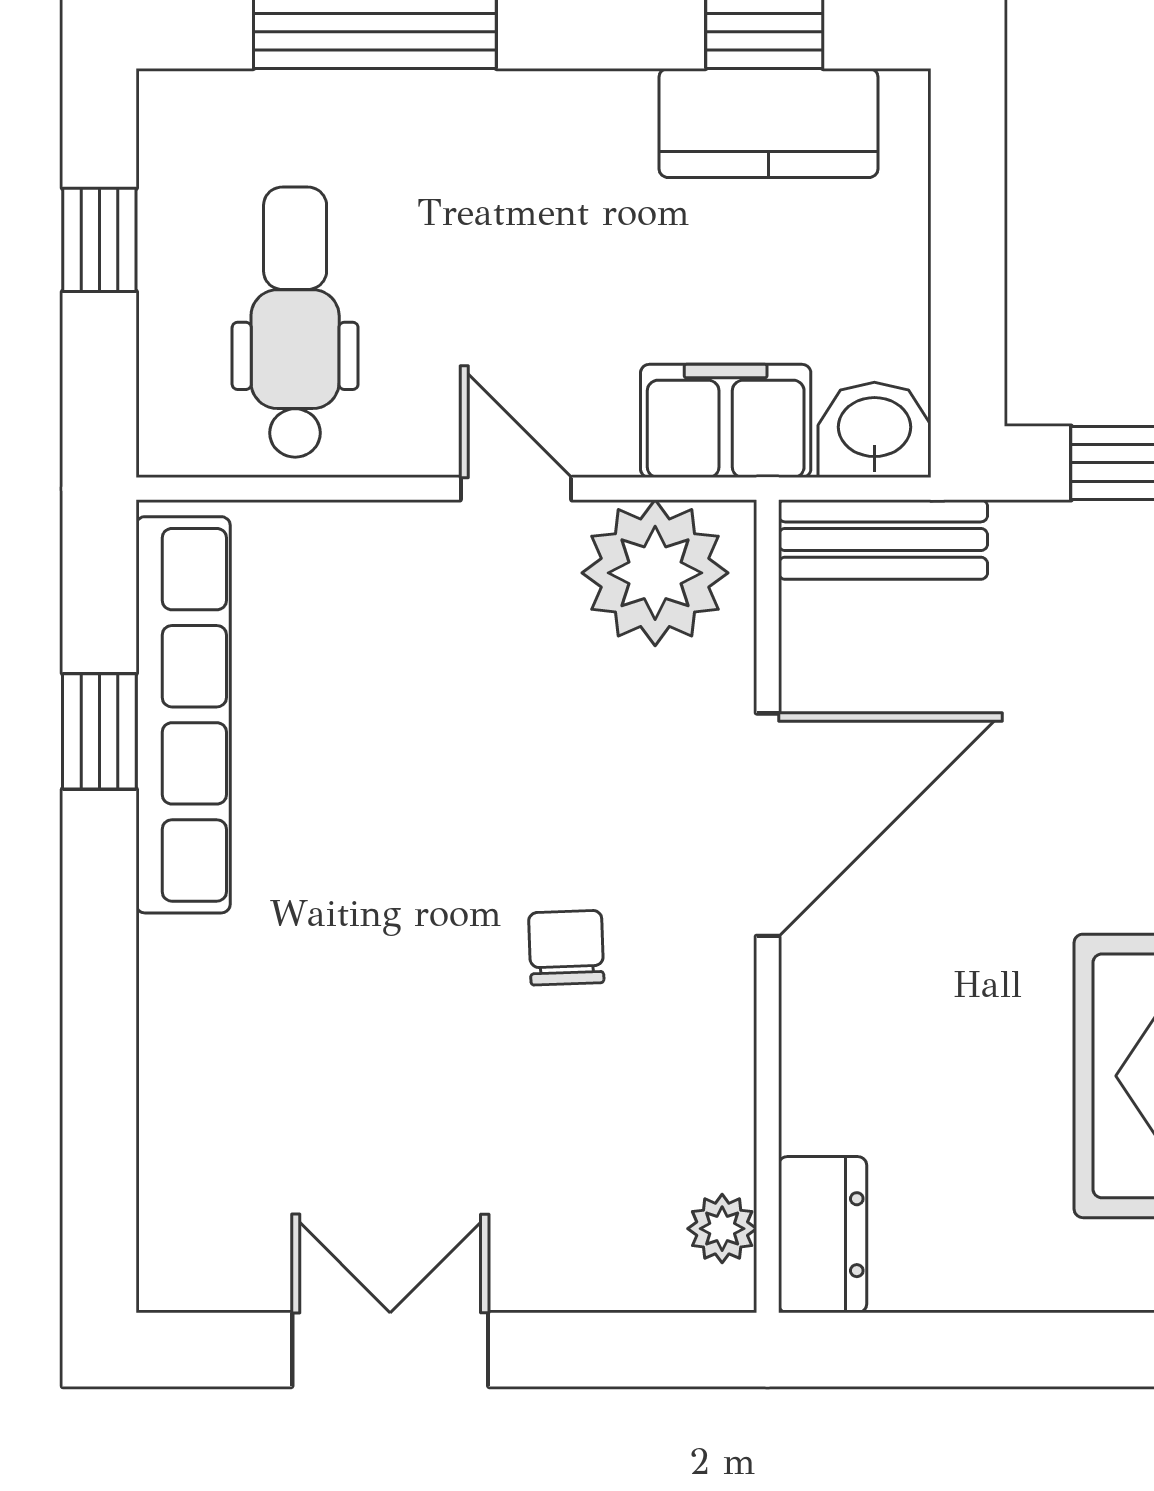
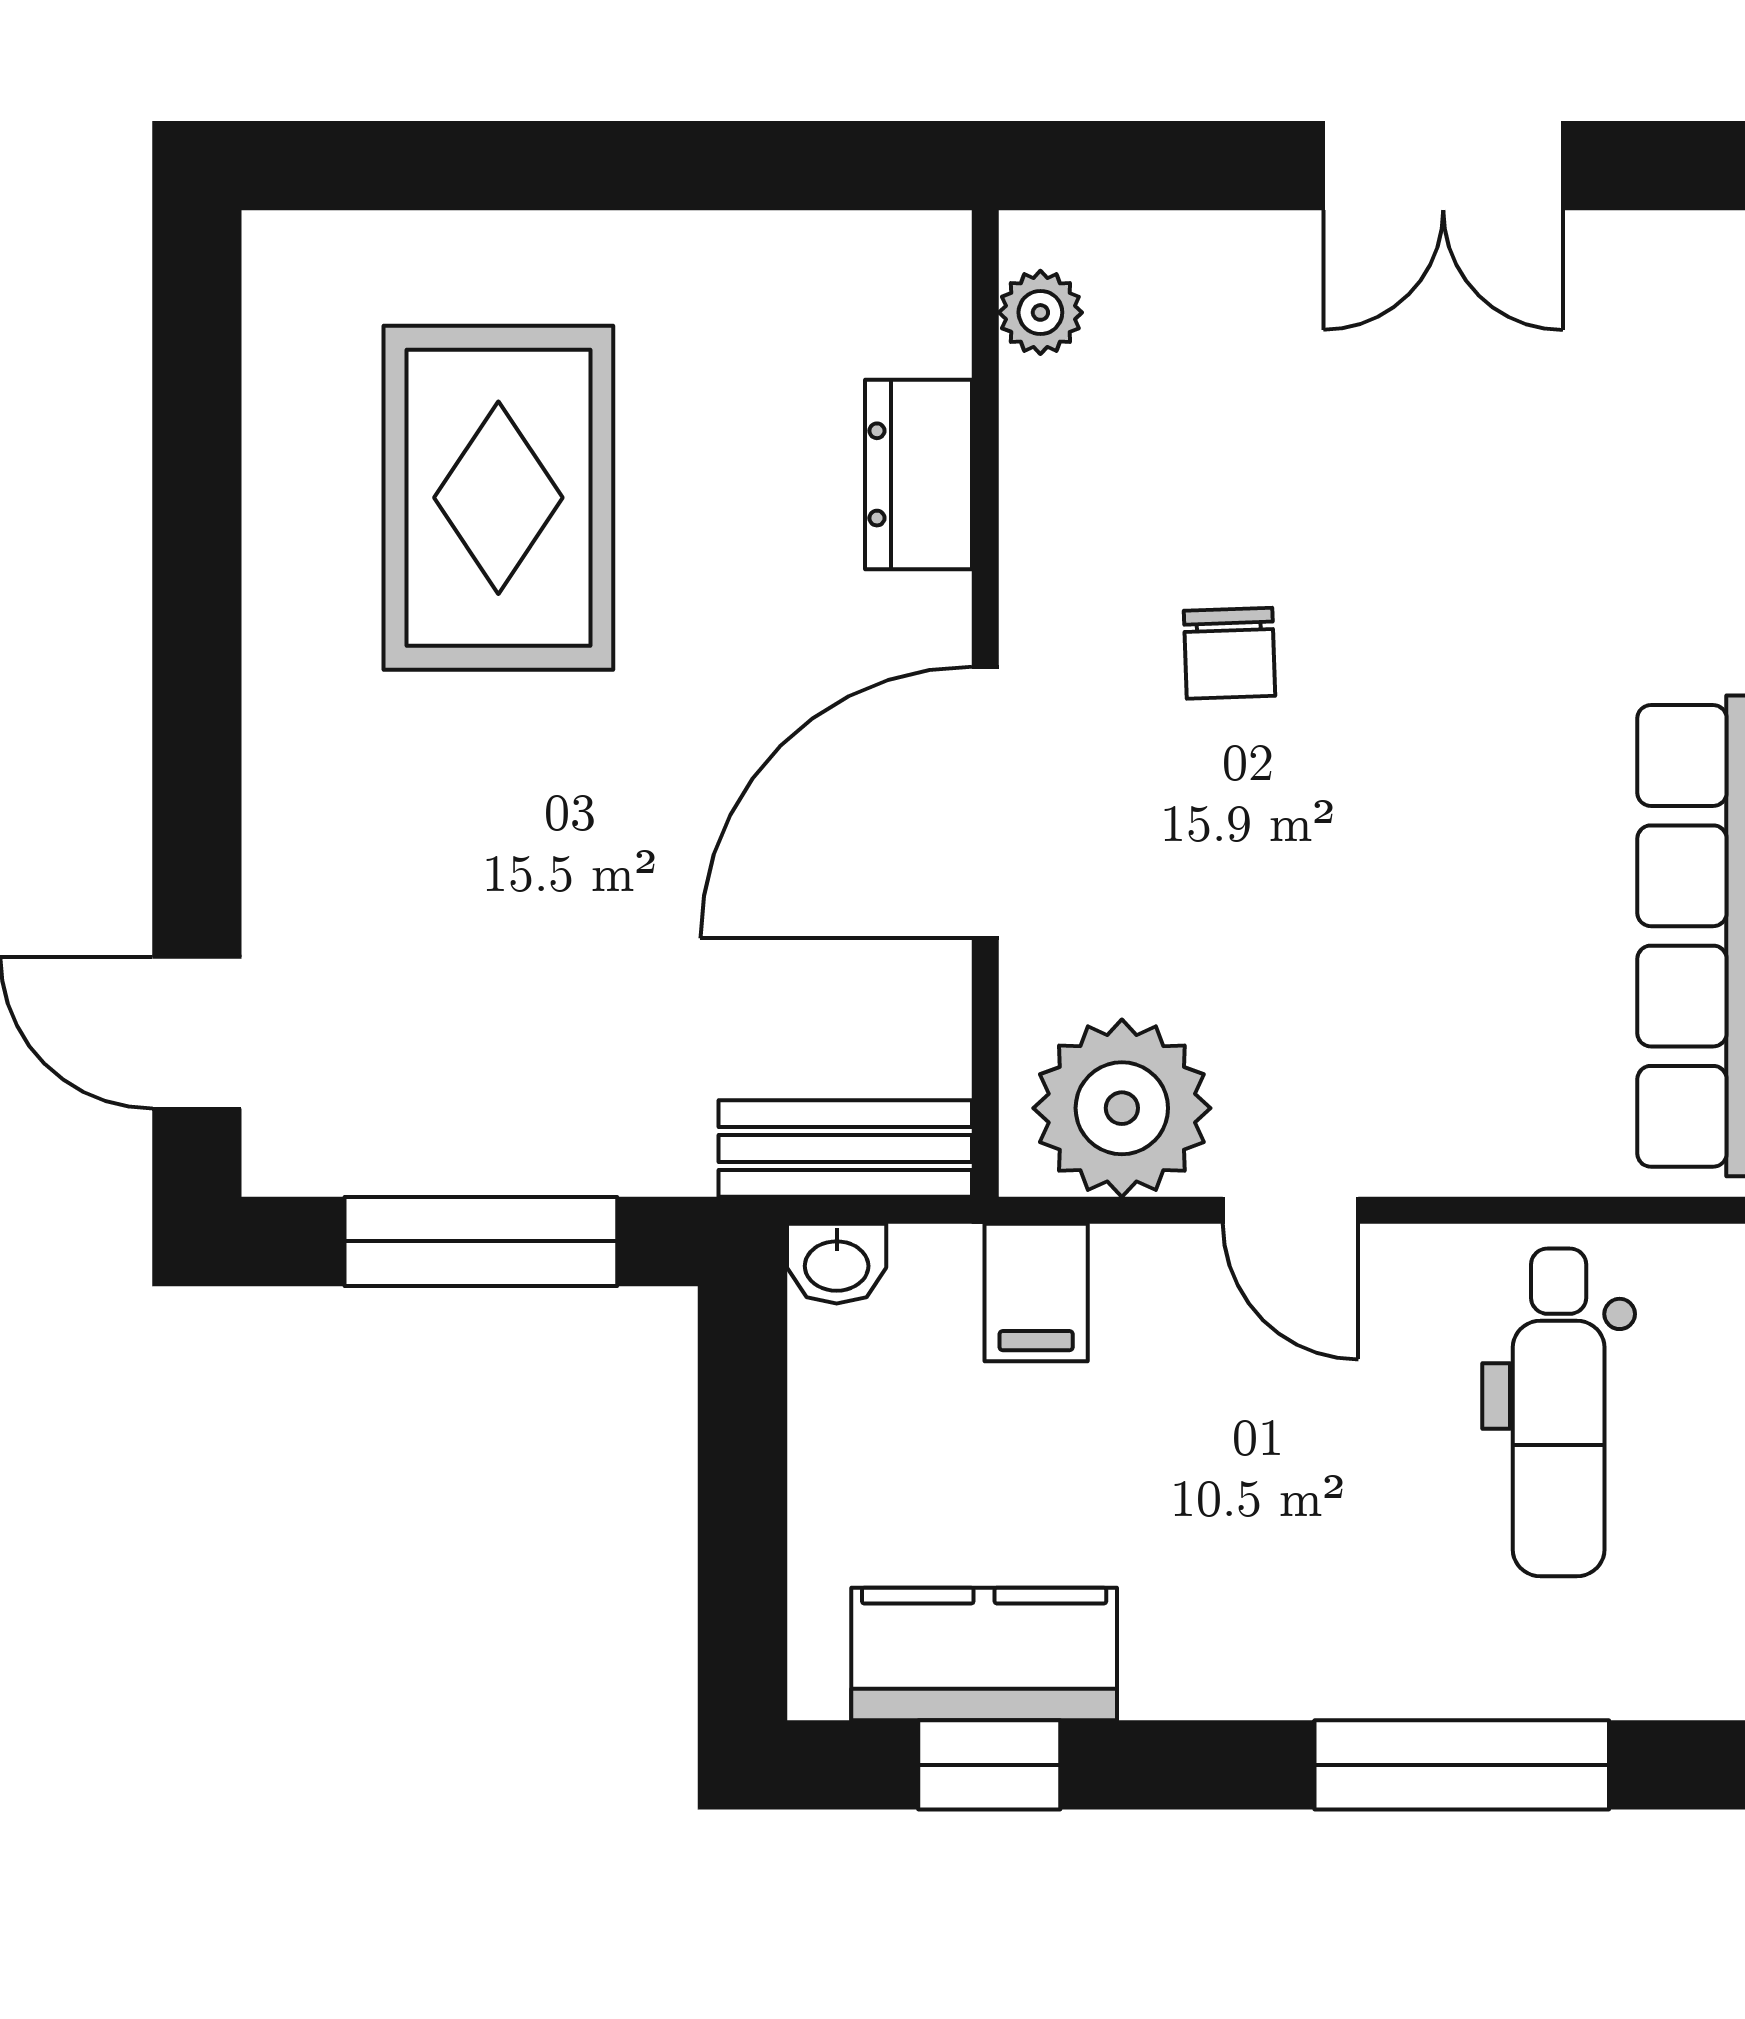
filing cabinet: (726, 421) -> (1036, 1292), width x0.50
washbasin: (874, 430) -> (837, 1264), width x0.72, depth x0.69
dresser: (823, 1235) -> (919, 474), moved

